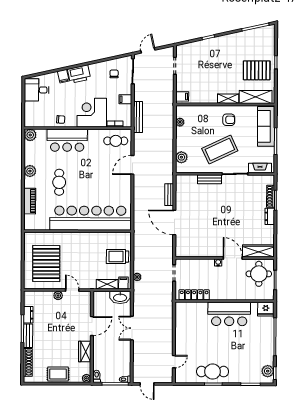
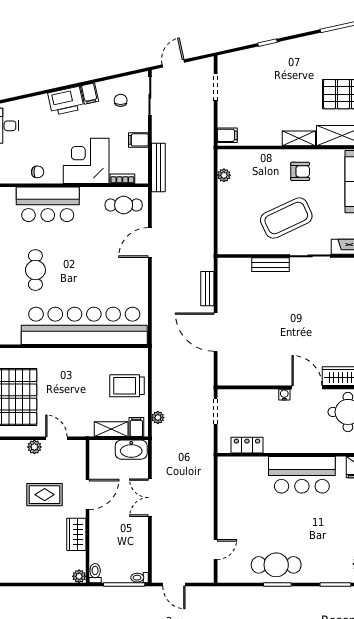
filing cabinet: (63, 76) -> (89, 94), moved
plant: (181, 157) -> (226, 230), removed
locker: (194, 295) -> (247, 445), width x0.66
rug: (58, 374) -> (45, 495), moved

